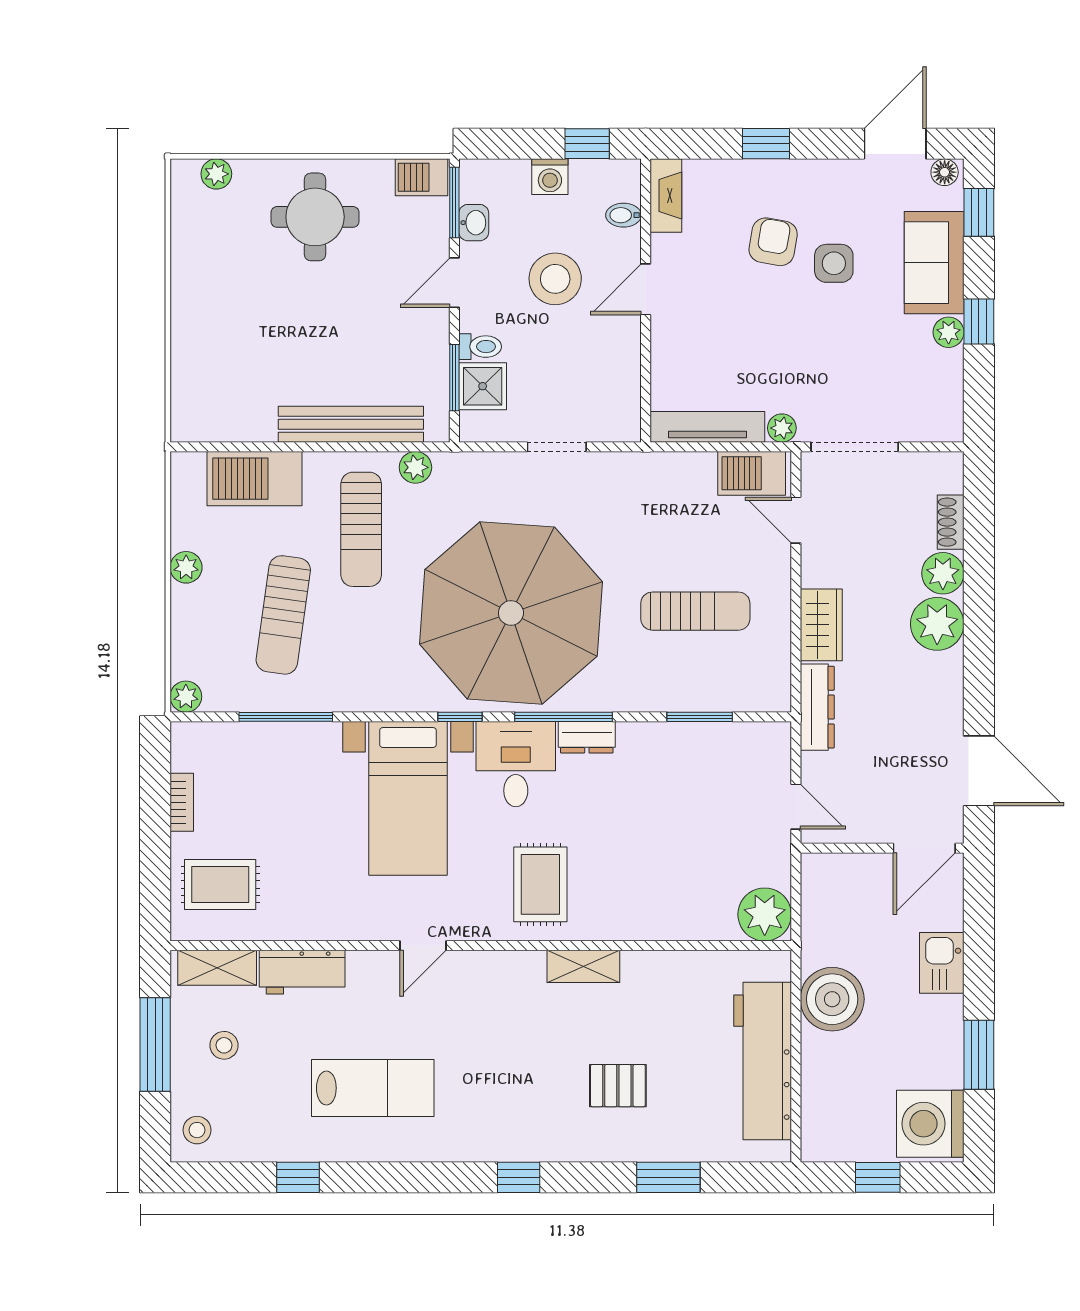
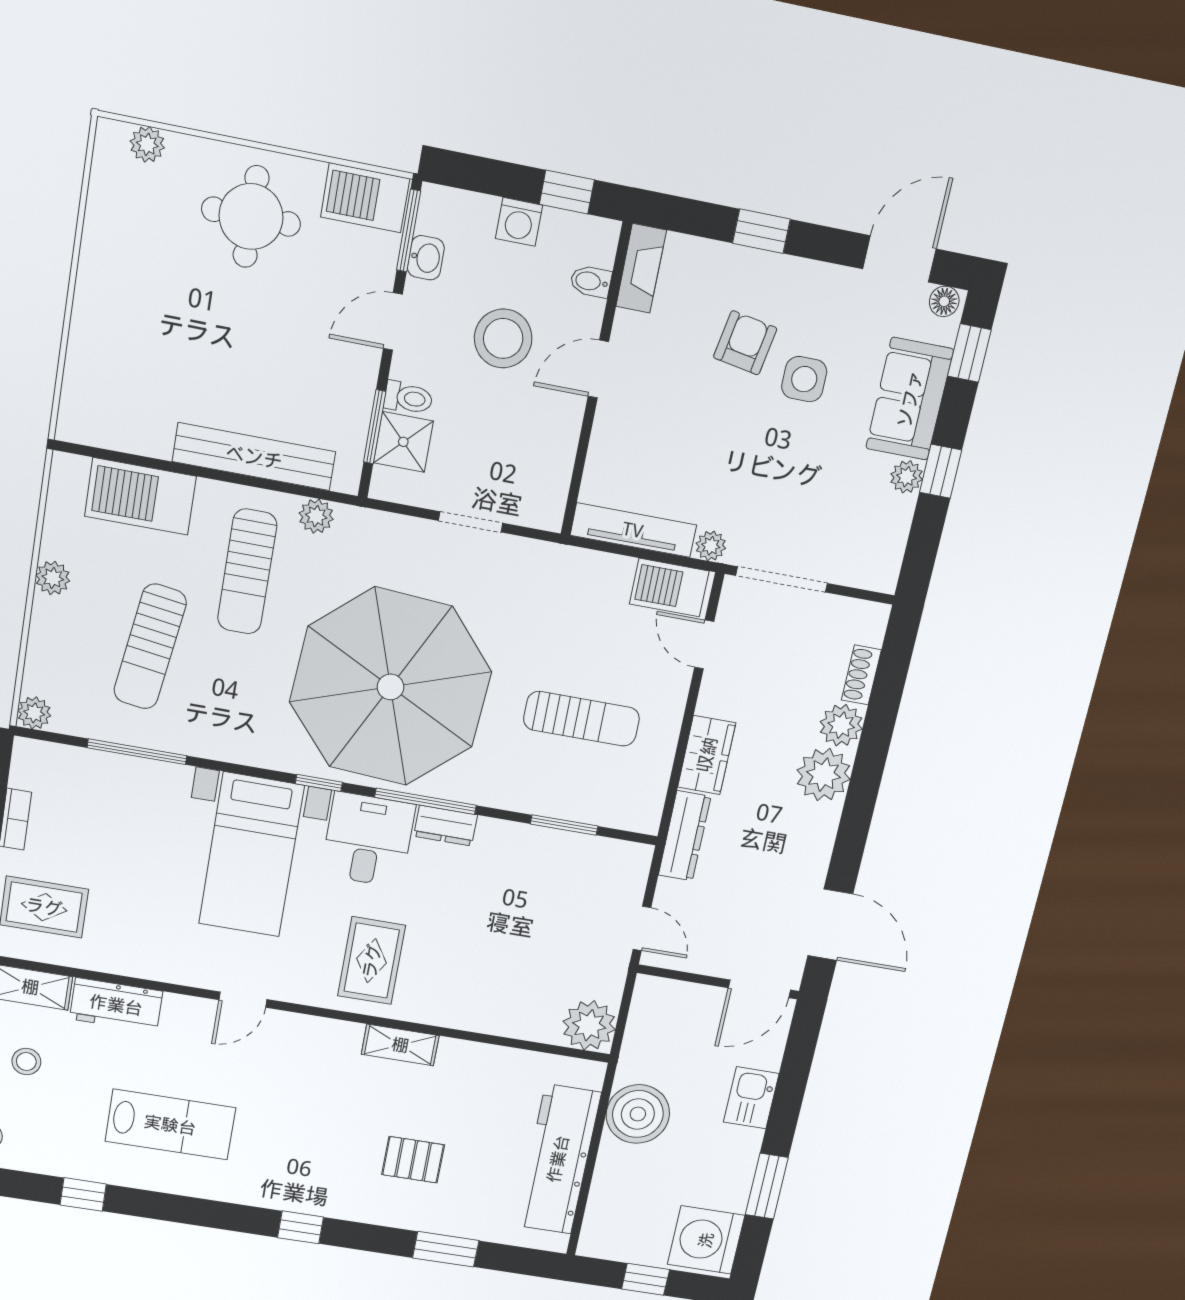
barbecue: (422, 177) -> (365, 198), width x1.38, depth x1.27

